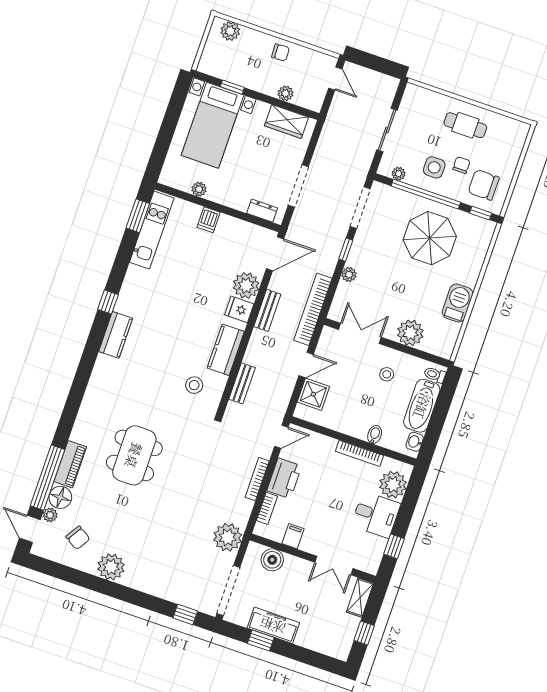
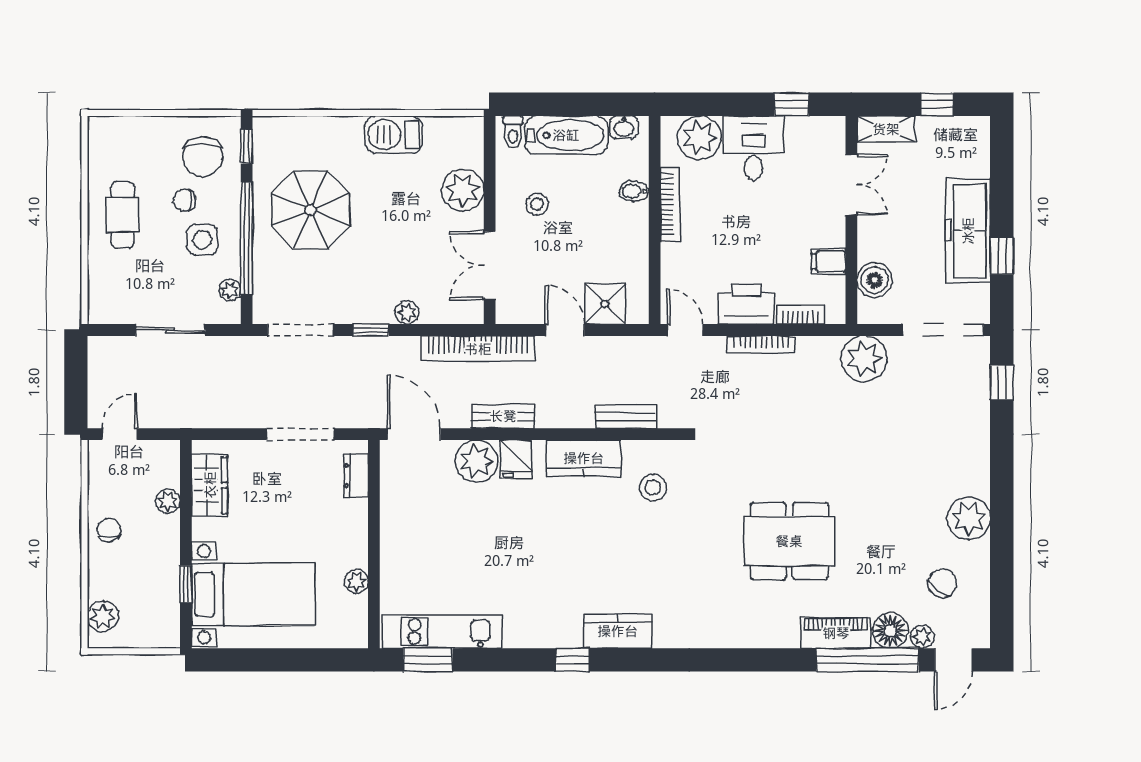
dishwasher: (209, 220) -> (397, 551), removed
freezer: (273, 625) -> (968, 231), width x1.36, depth x1.26

